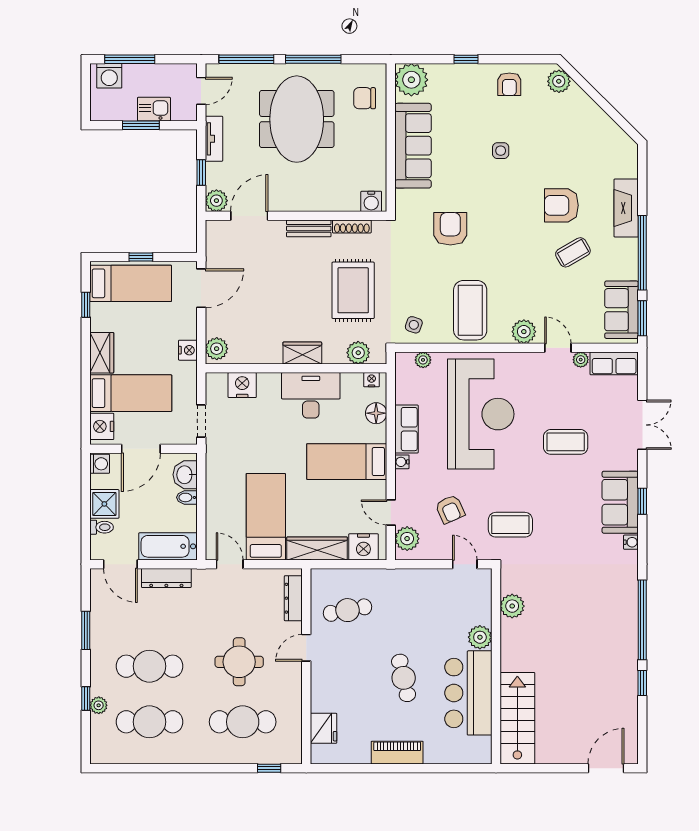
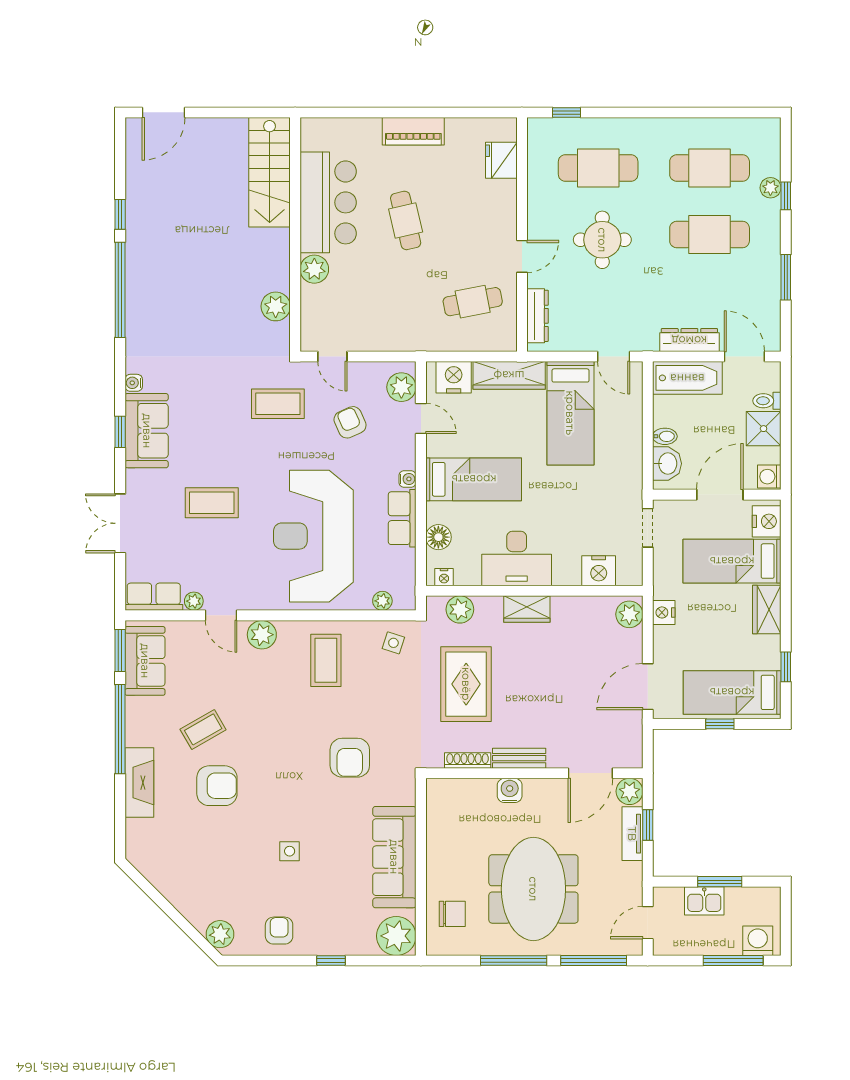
tv unit: (214, 139) -> (632, 834), moved
water cooler: (371, 201) -> (510, 790), moved
coffee table: (470, 310) -> (326, 660), width x0.73, depth x0.76

